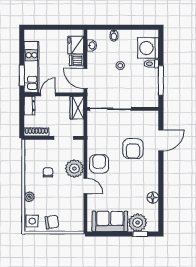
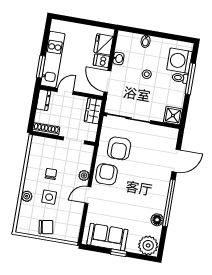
washbasin: (92, 45) -> (118, 58), moved
window: (161, 80) -> (190, 79), moved
shower: (151, 99) -> (173, 116), added
armchair: (133, 149) -> (119, 148), moved
plant: (74, 169) -> (84, 175), width x0.53, depth x0.53
window: (161, 180) -> (169, 203), added
door: (85, 186) -> (88, 195), swing flipped
side table: (32, 221) -> (49, 197), moved
plant: (138, 223) -> (148, 245), moved
window: (140, 234) -> (119, 253), moved

